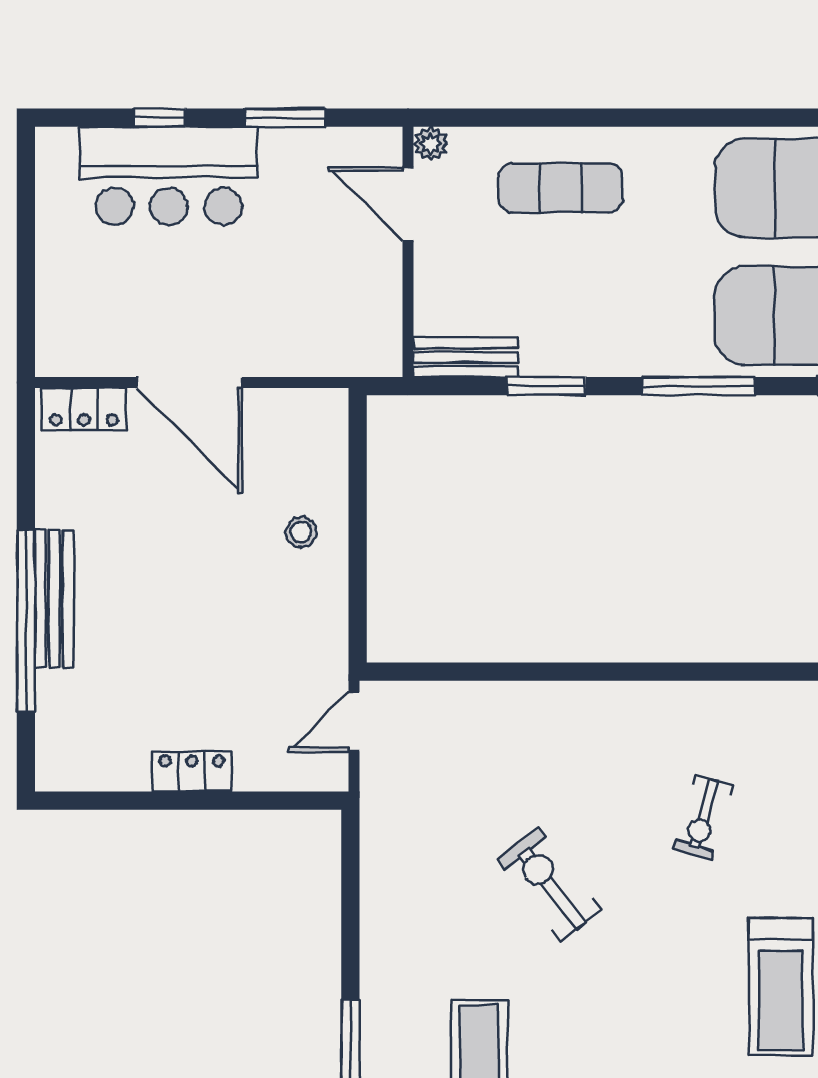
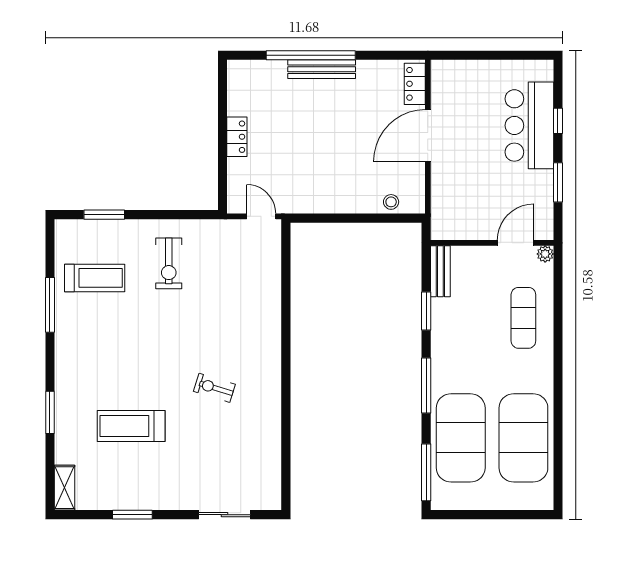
stool: (301, 532) -> (391, 202), moved
exercise bike: (549, 884) -> (169, 263), moved, turned 128

